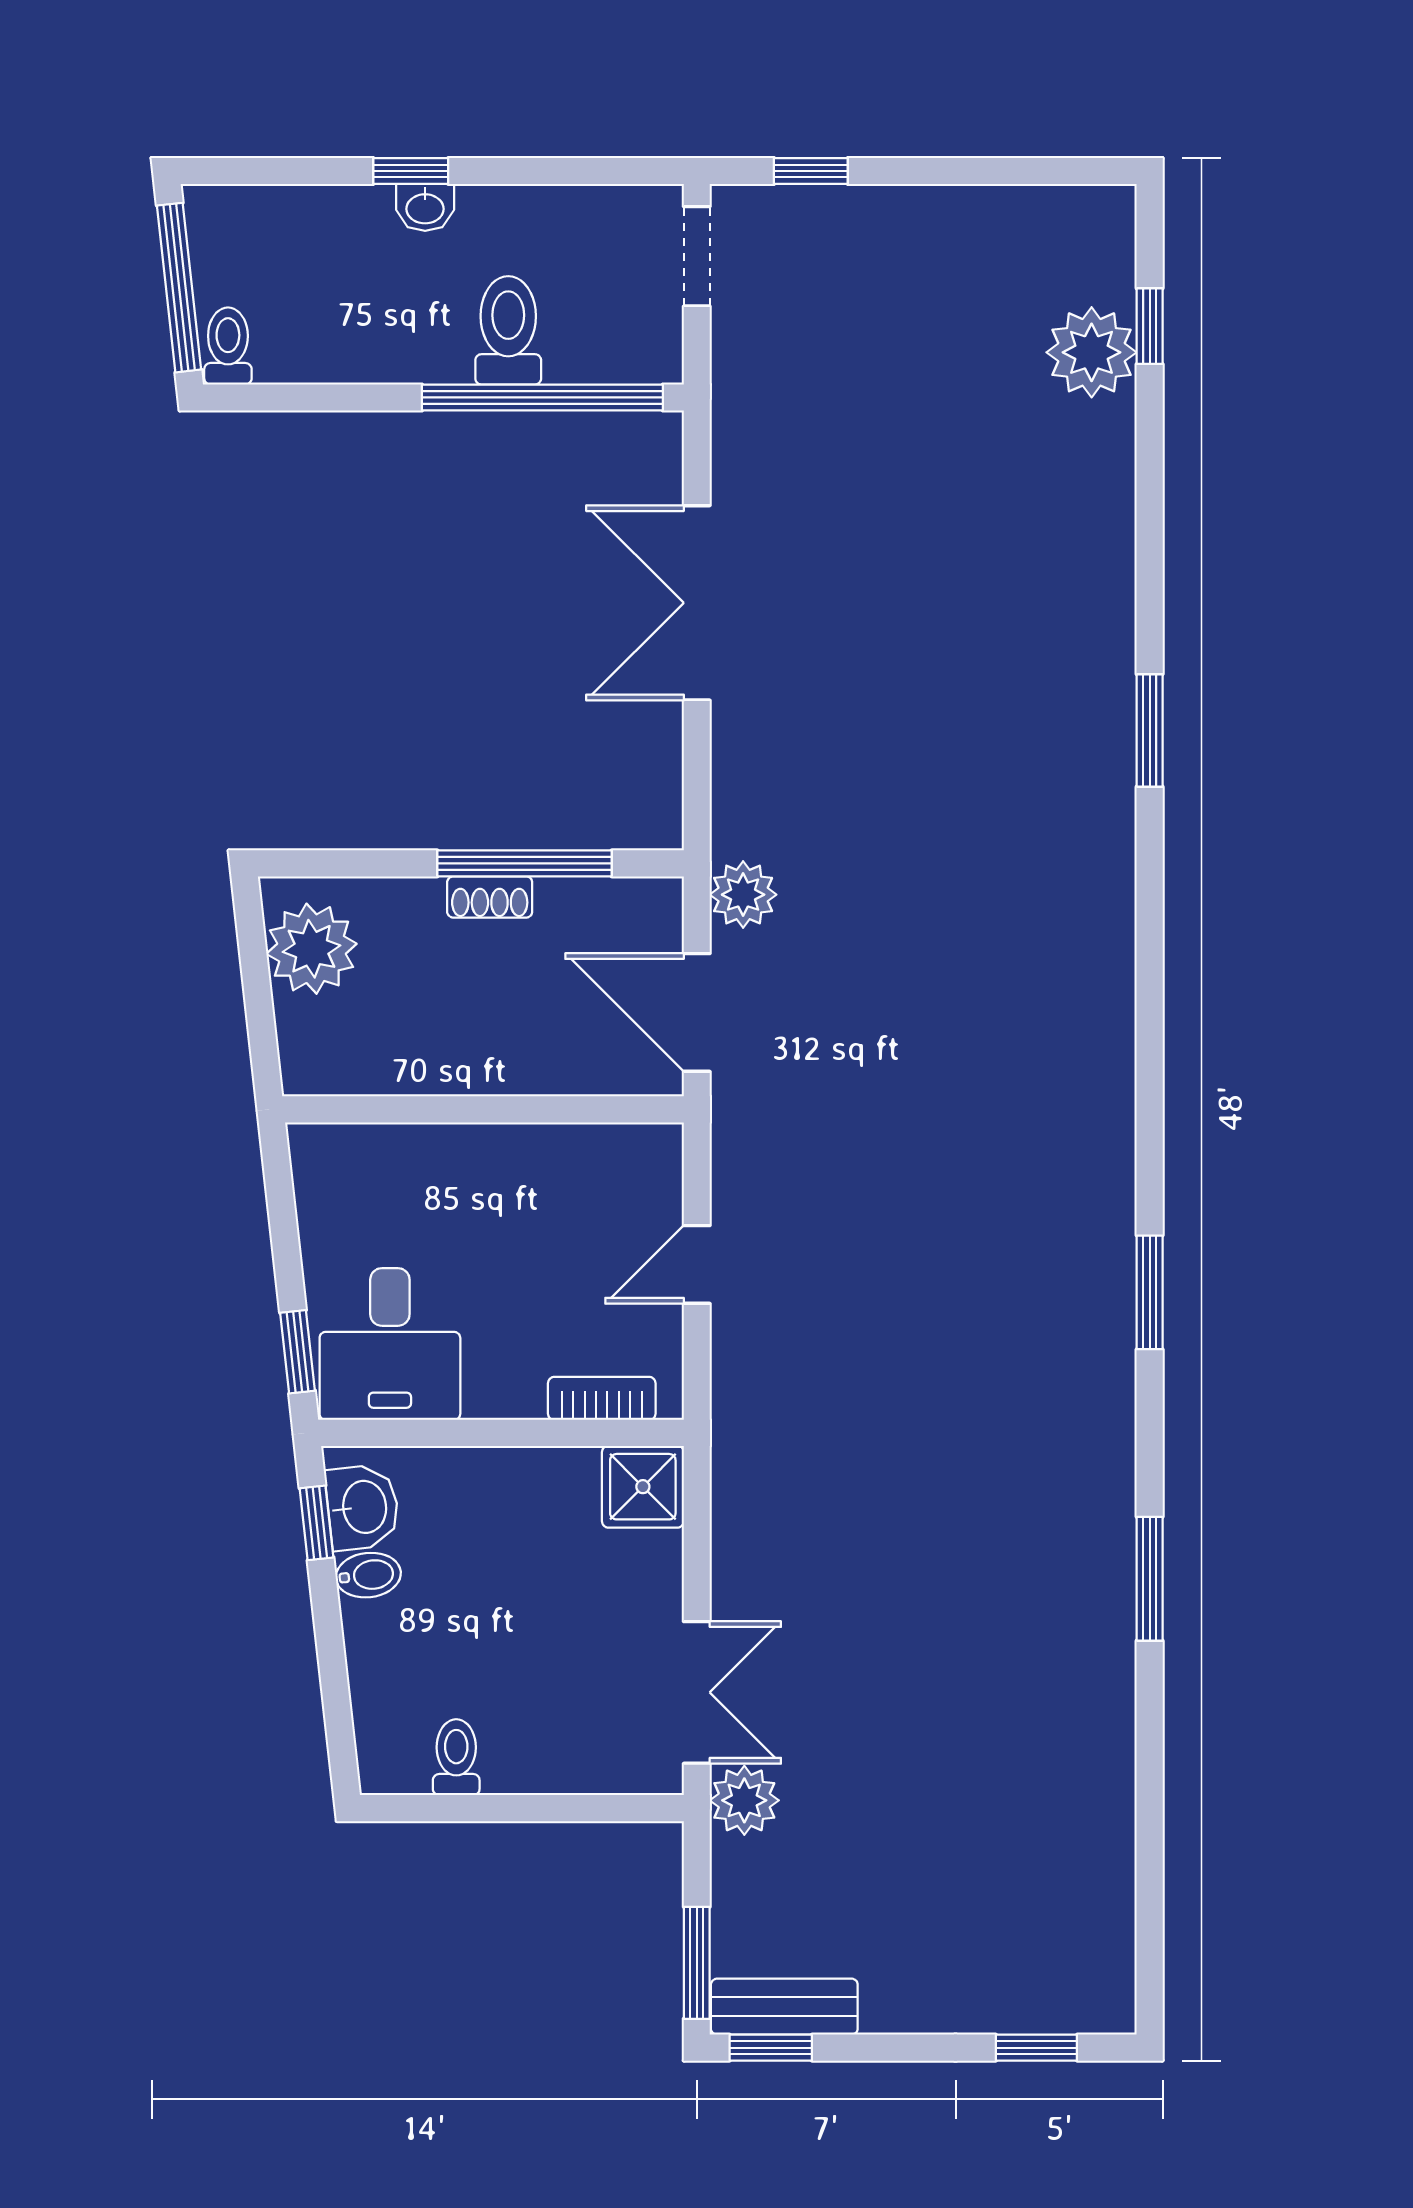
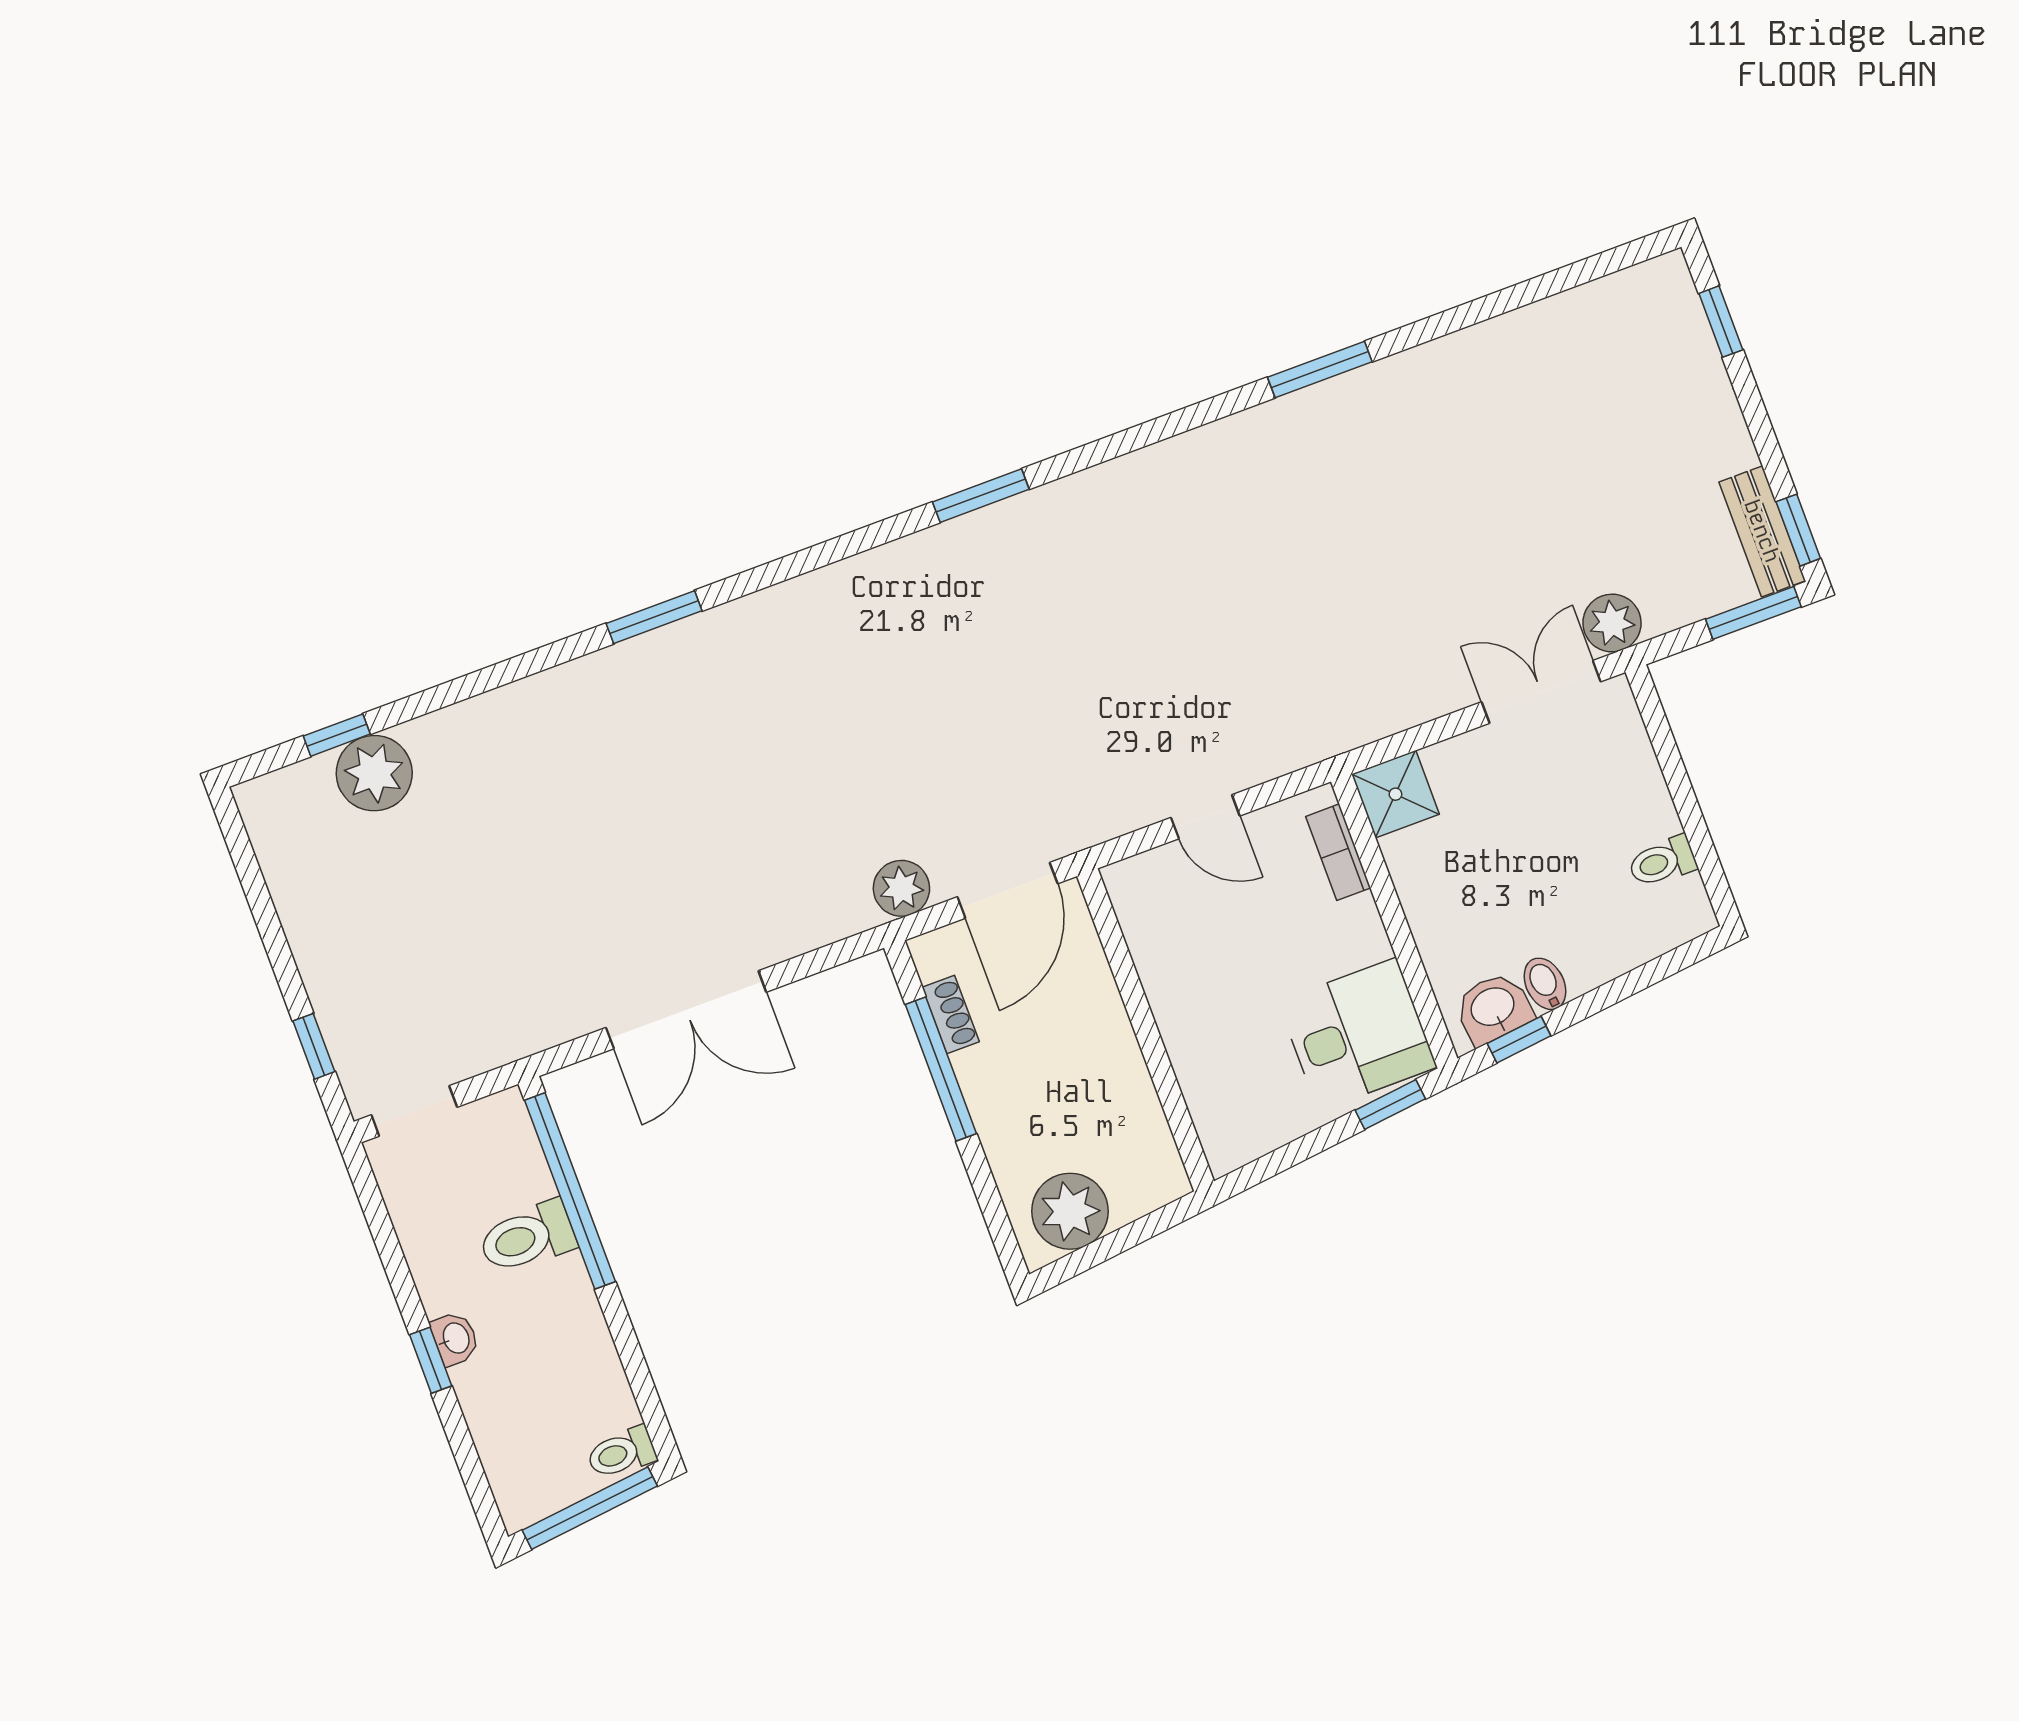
shoe rack: (490, 897) -> (951, 1015), moved
window: (1150, 1292) -> (981, 496), moved

